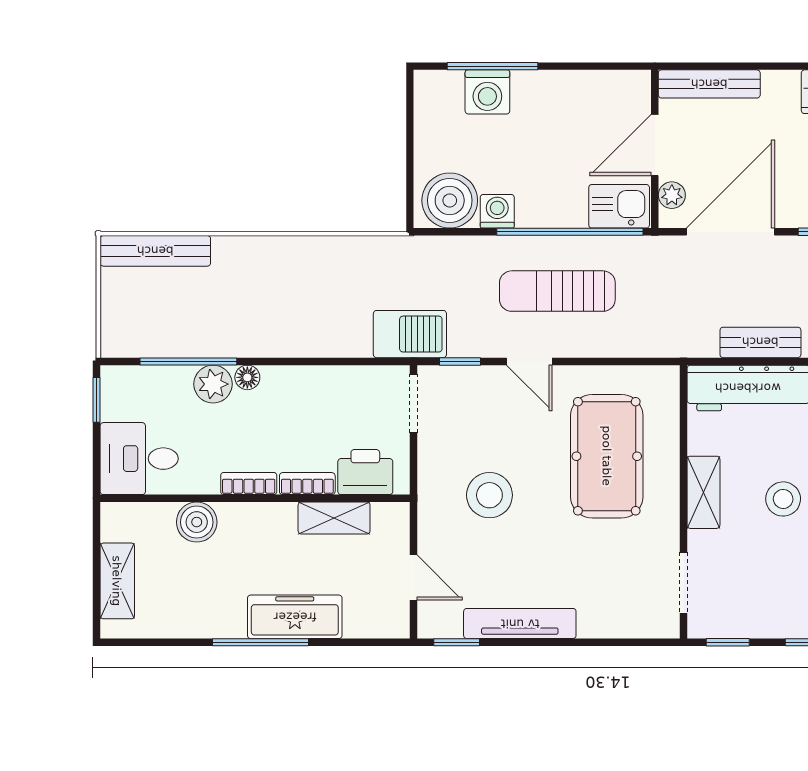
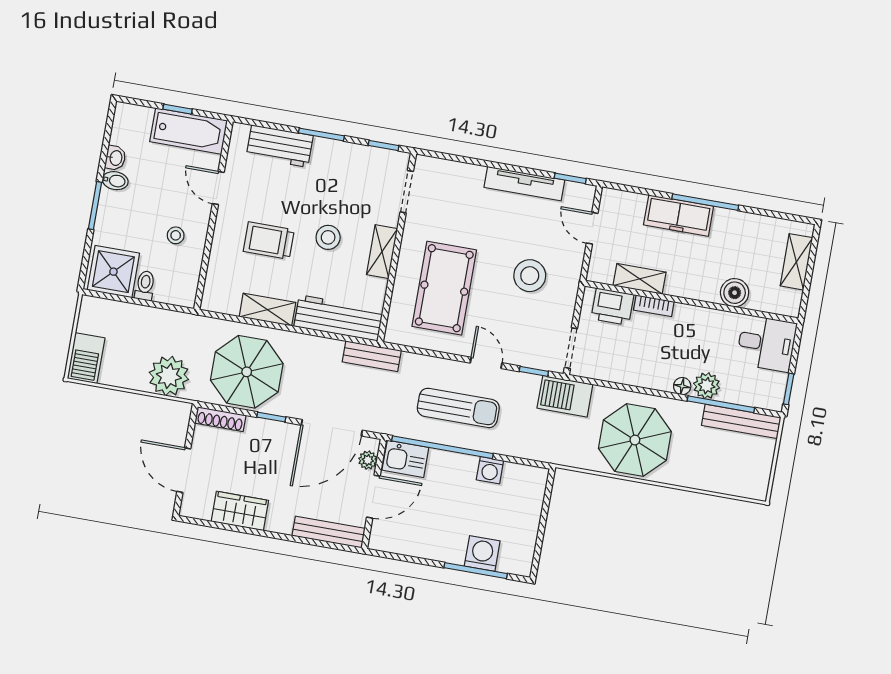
boiler: (450, 200) -> (521, 483), removed
bench: (155, 251) -> (741, 421), moved
parasol: (300, 290) -> (635, 440), added
bench: (760, 342) -> (372, 356), moved
bookcase: (249, 483) -> (694, 313), removed

